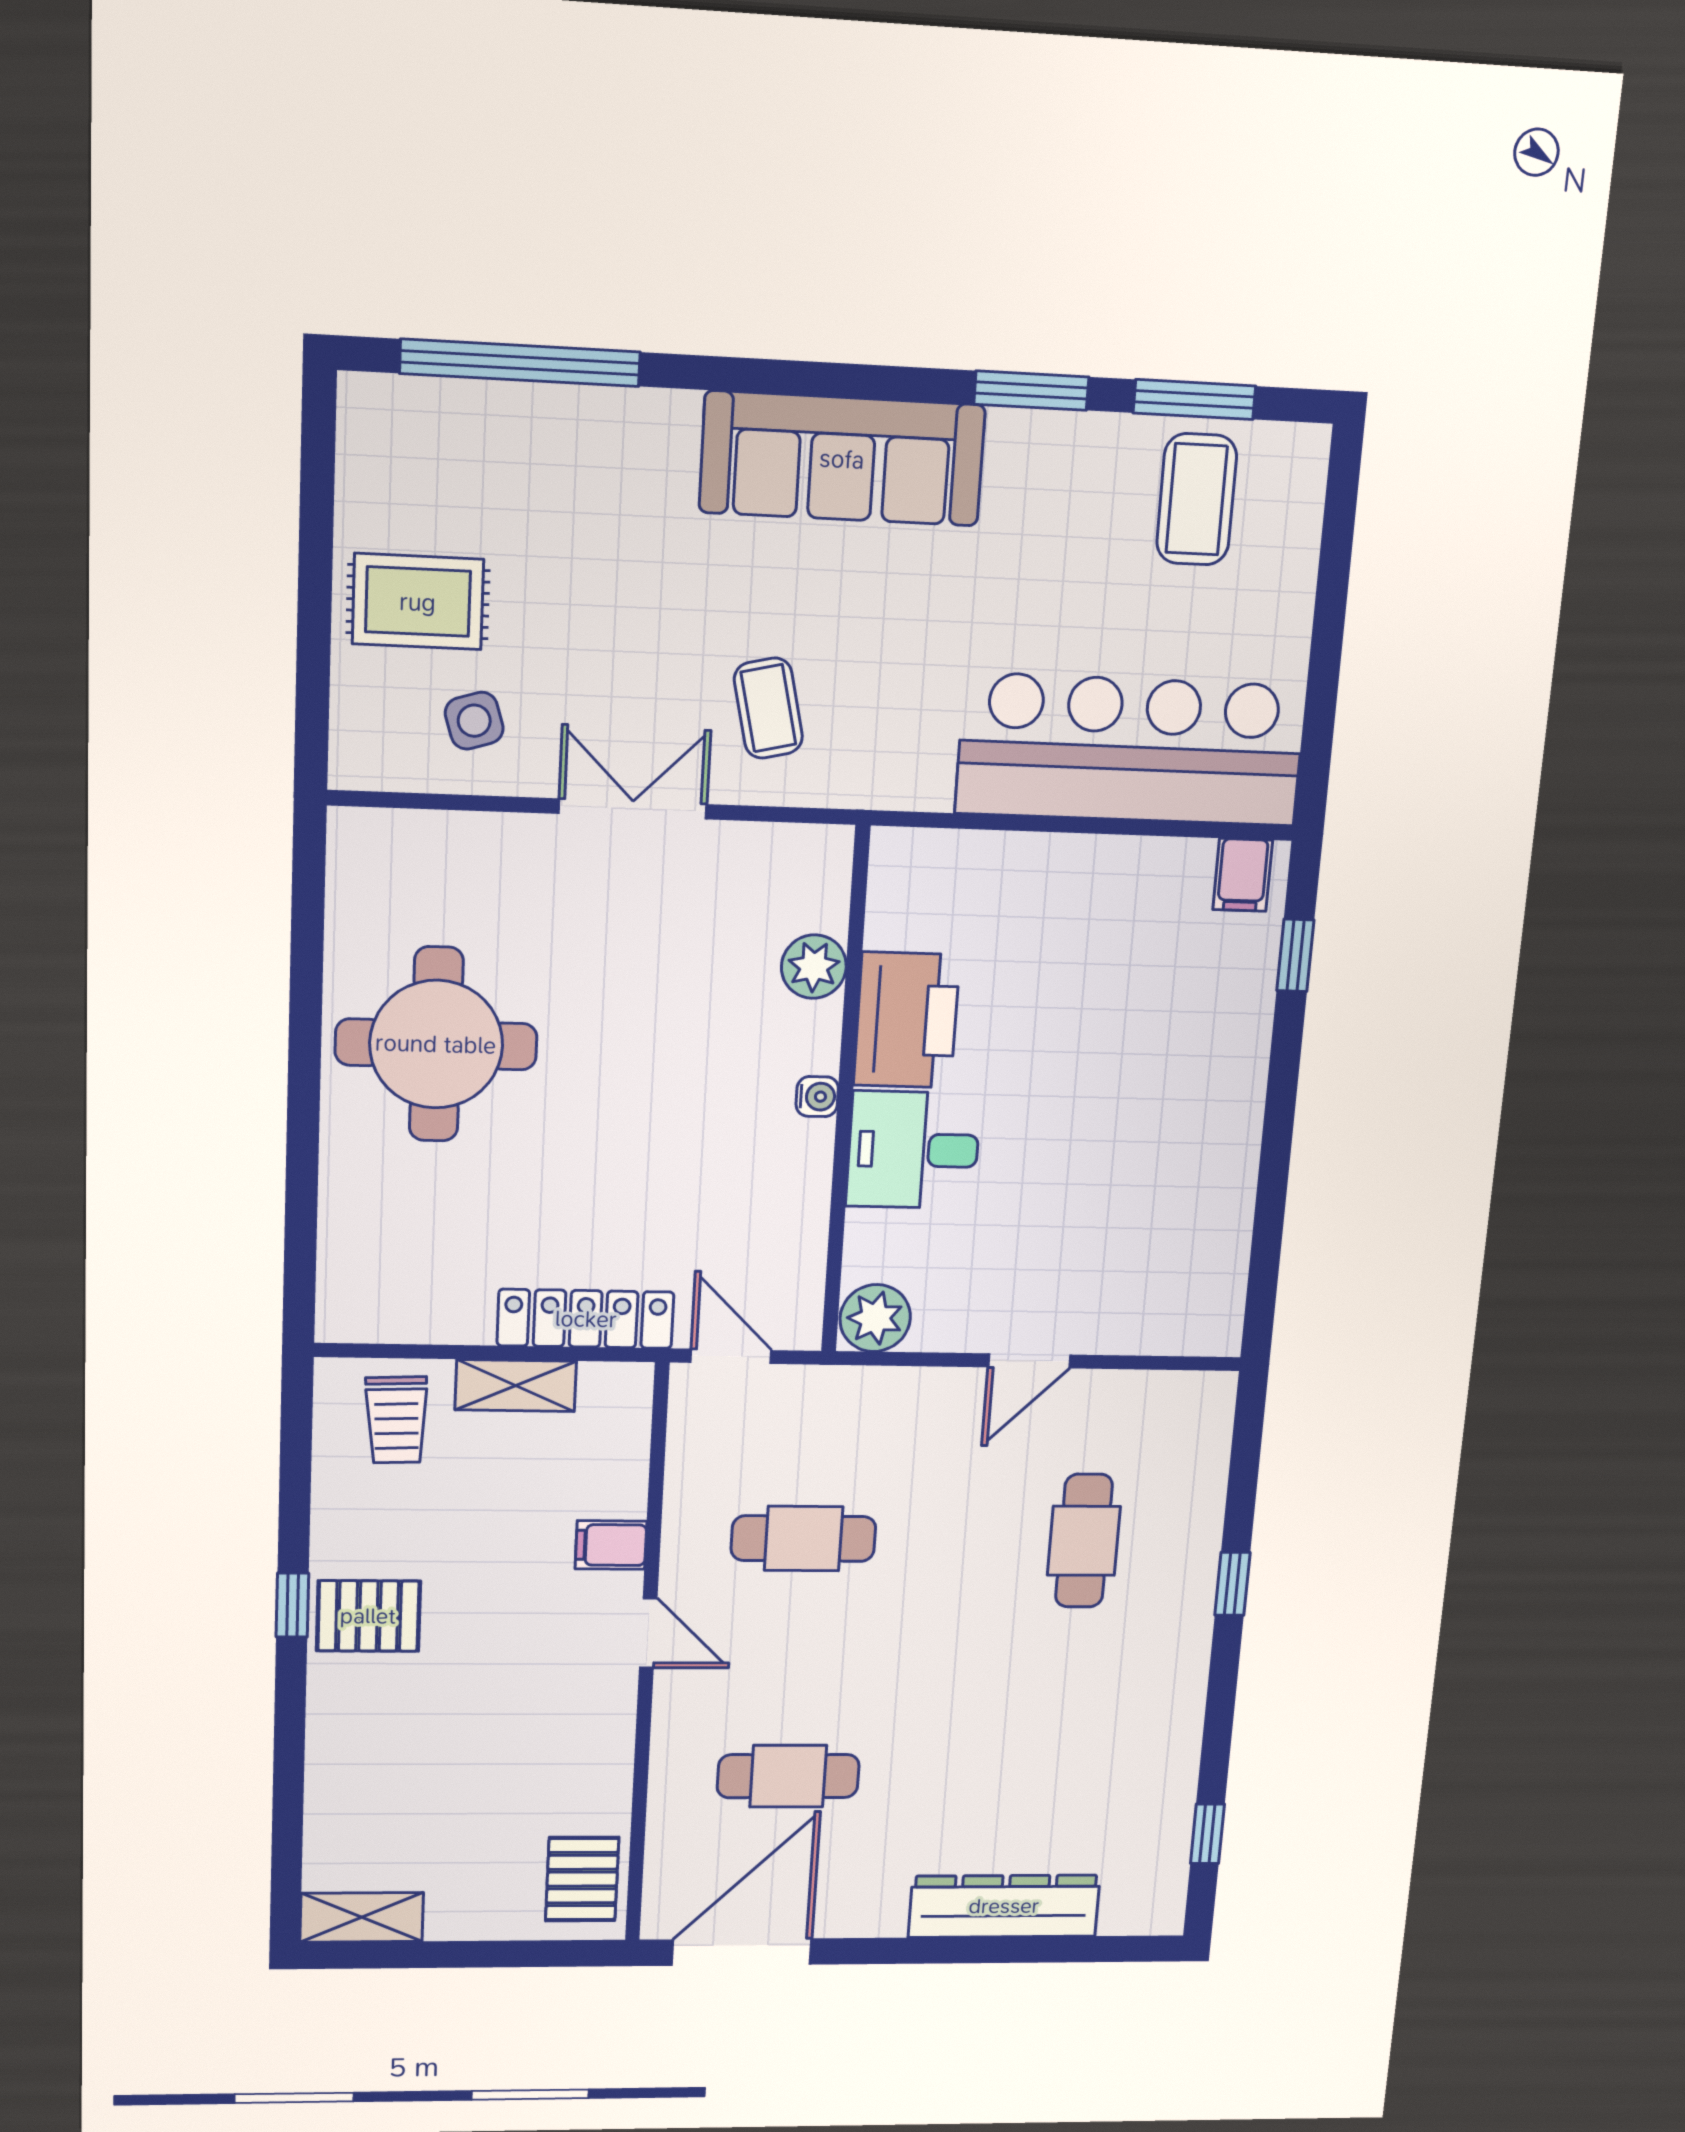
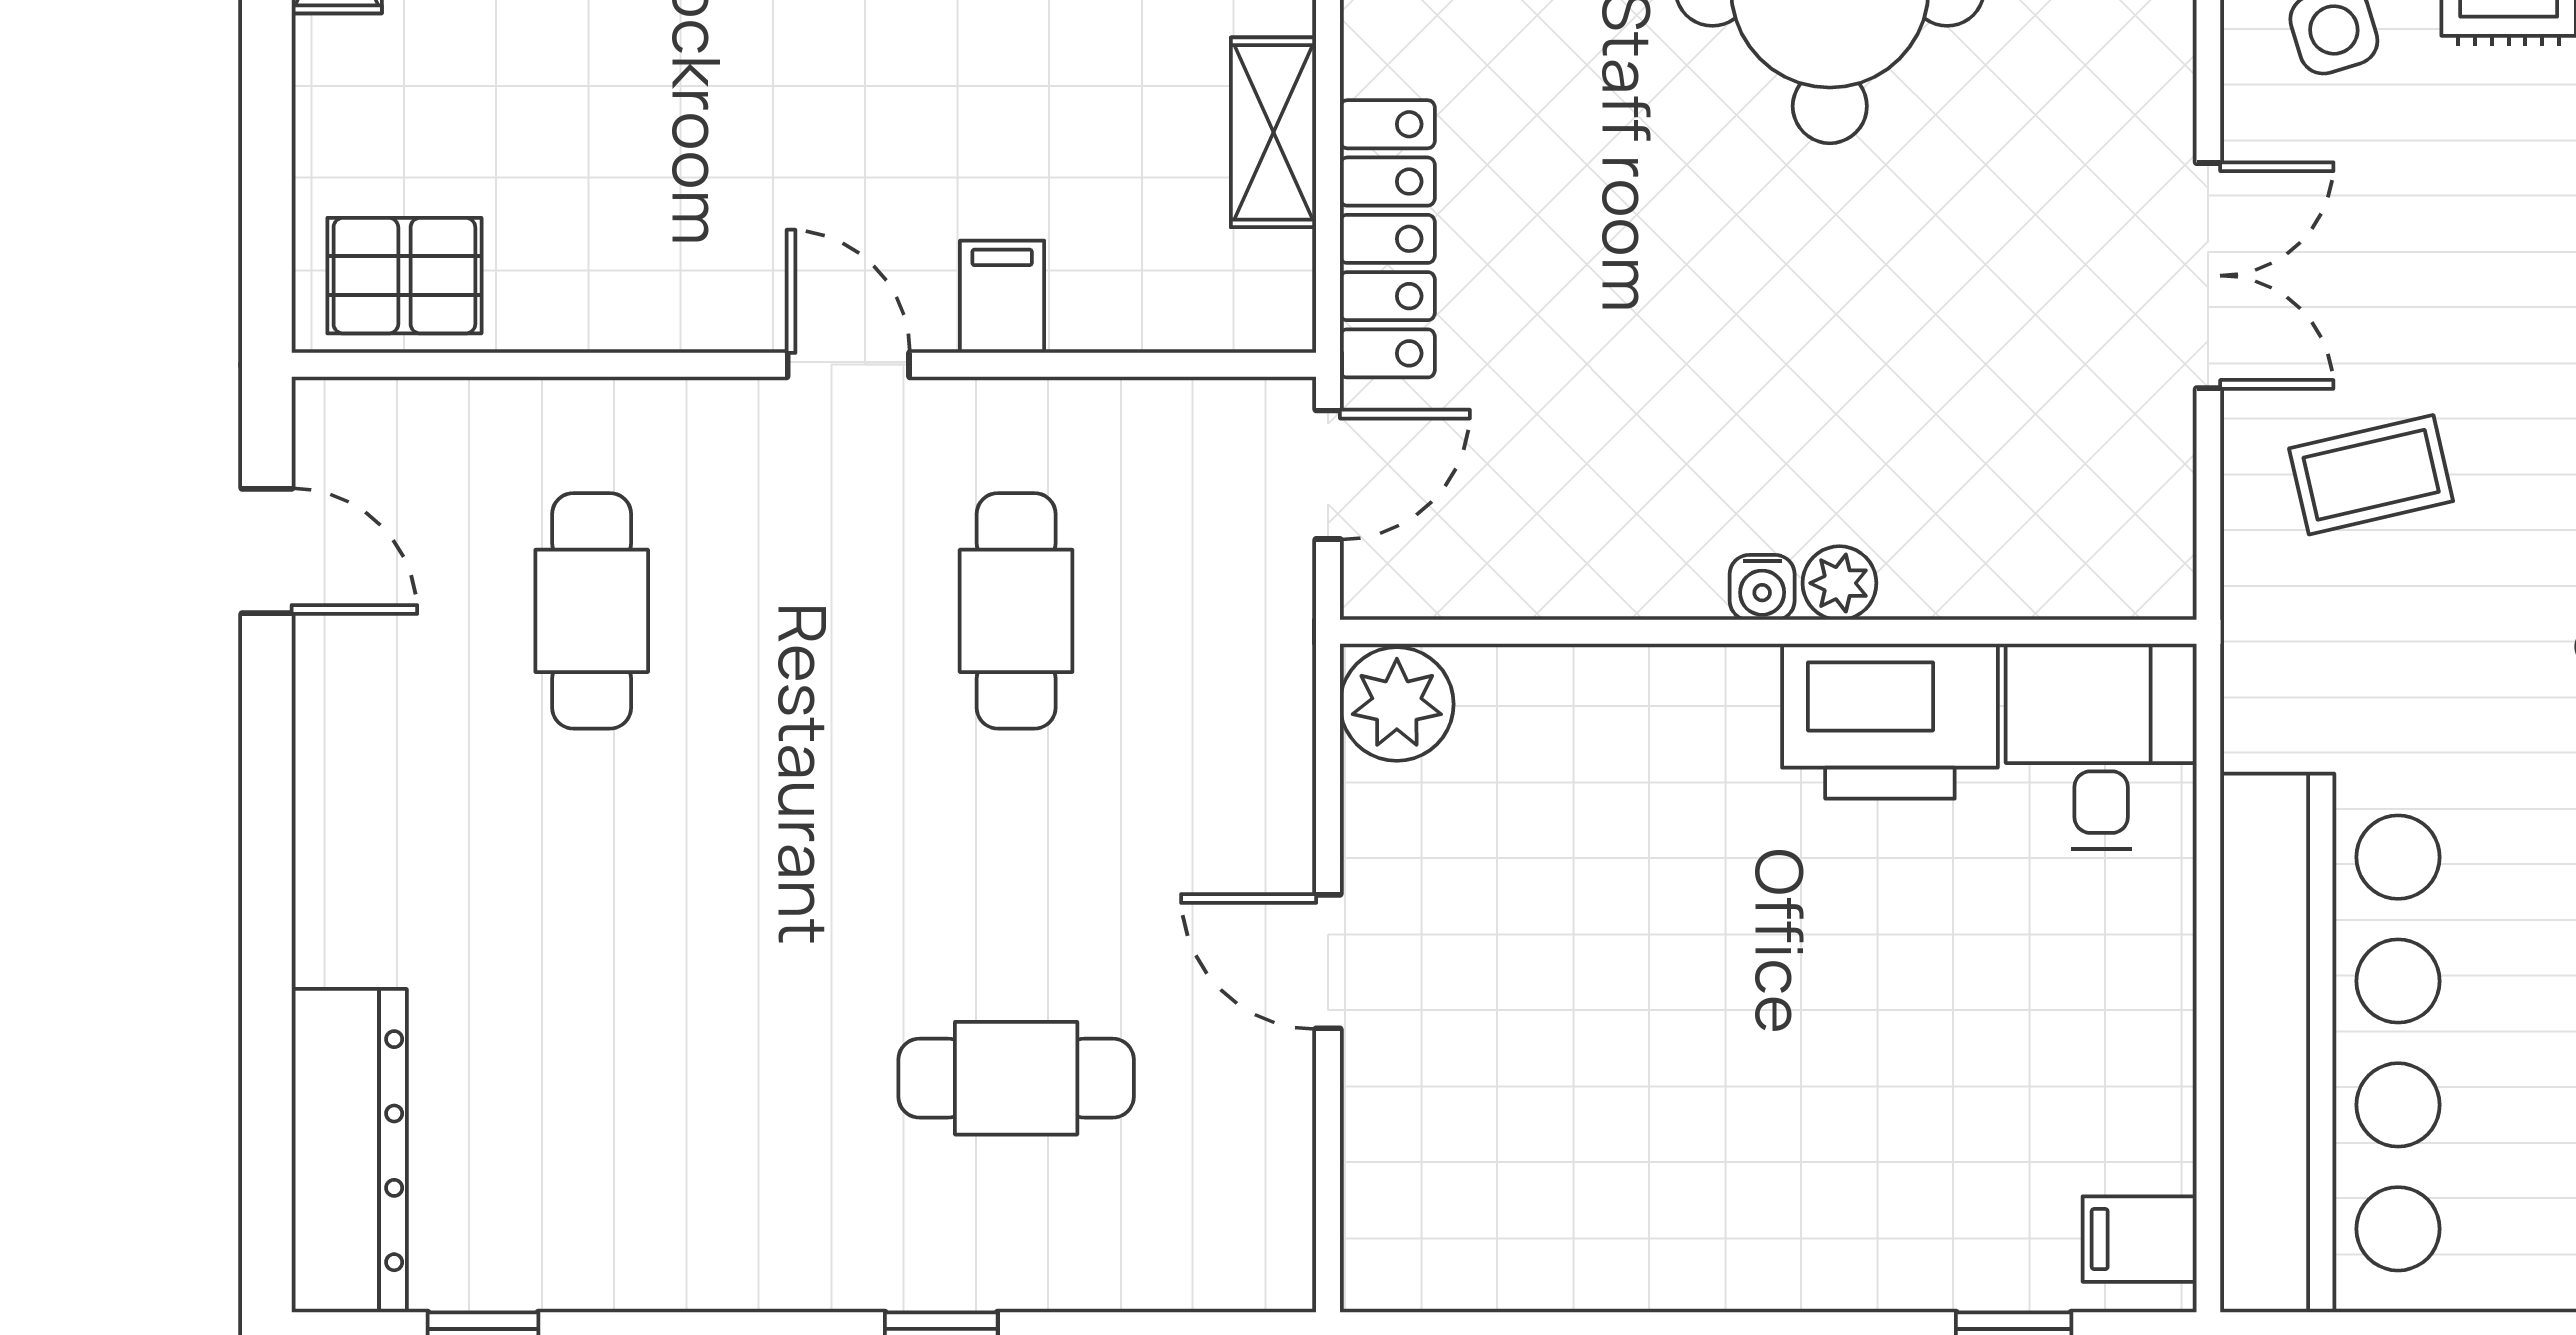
plant: (814, 967) -> (1839, 583), moved, width x0.73, depth x0.73
desk: (913, 1150) -> (2101, 747), moved
door: (648, 1633) -> (848, 365), swing flipped
dresser: (1004, 1906) -> (349, 1151), moved
door: (742, 1952) -> (267, 551), width x0.53

